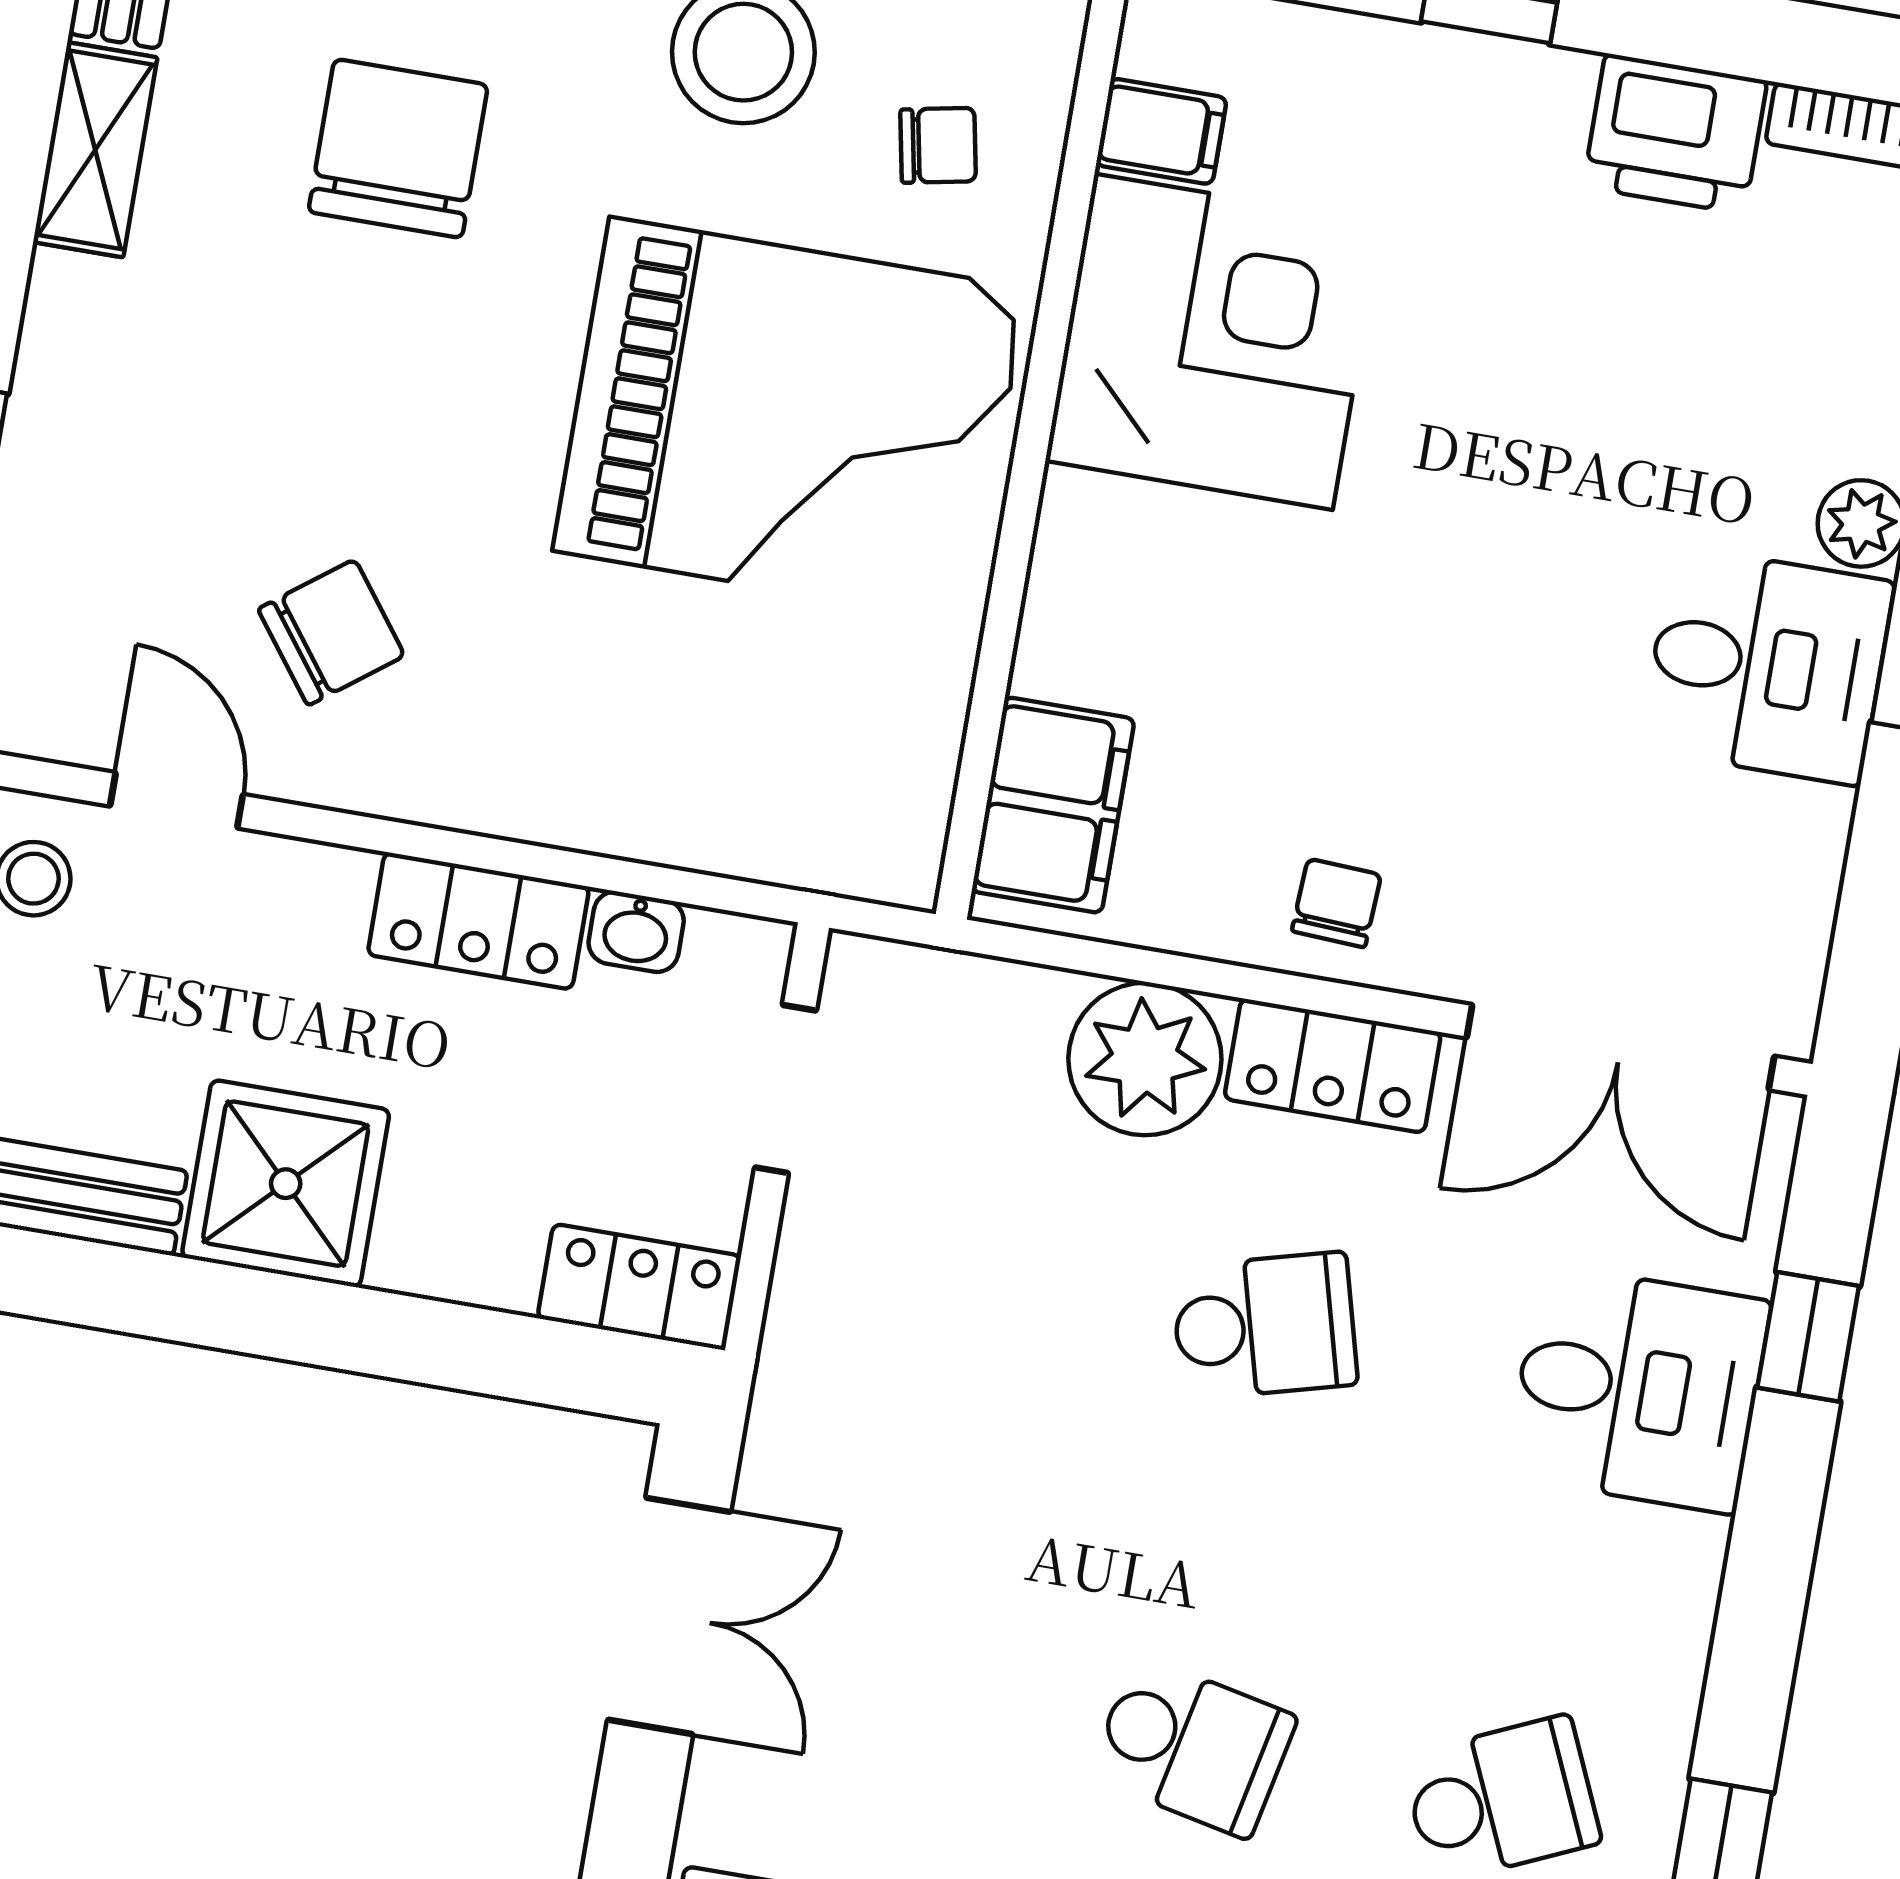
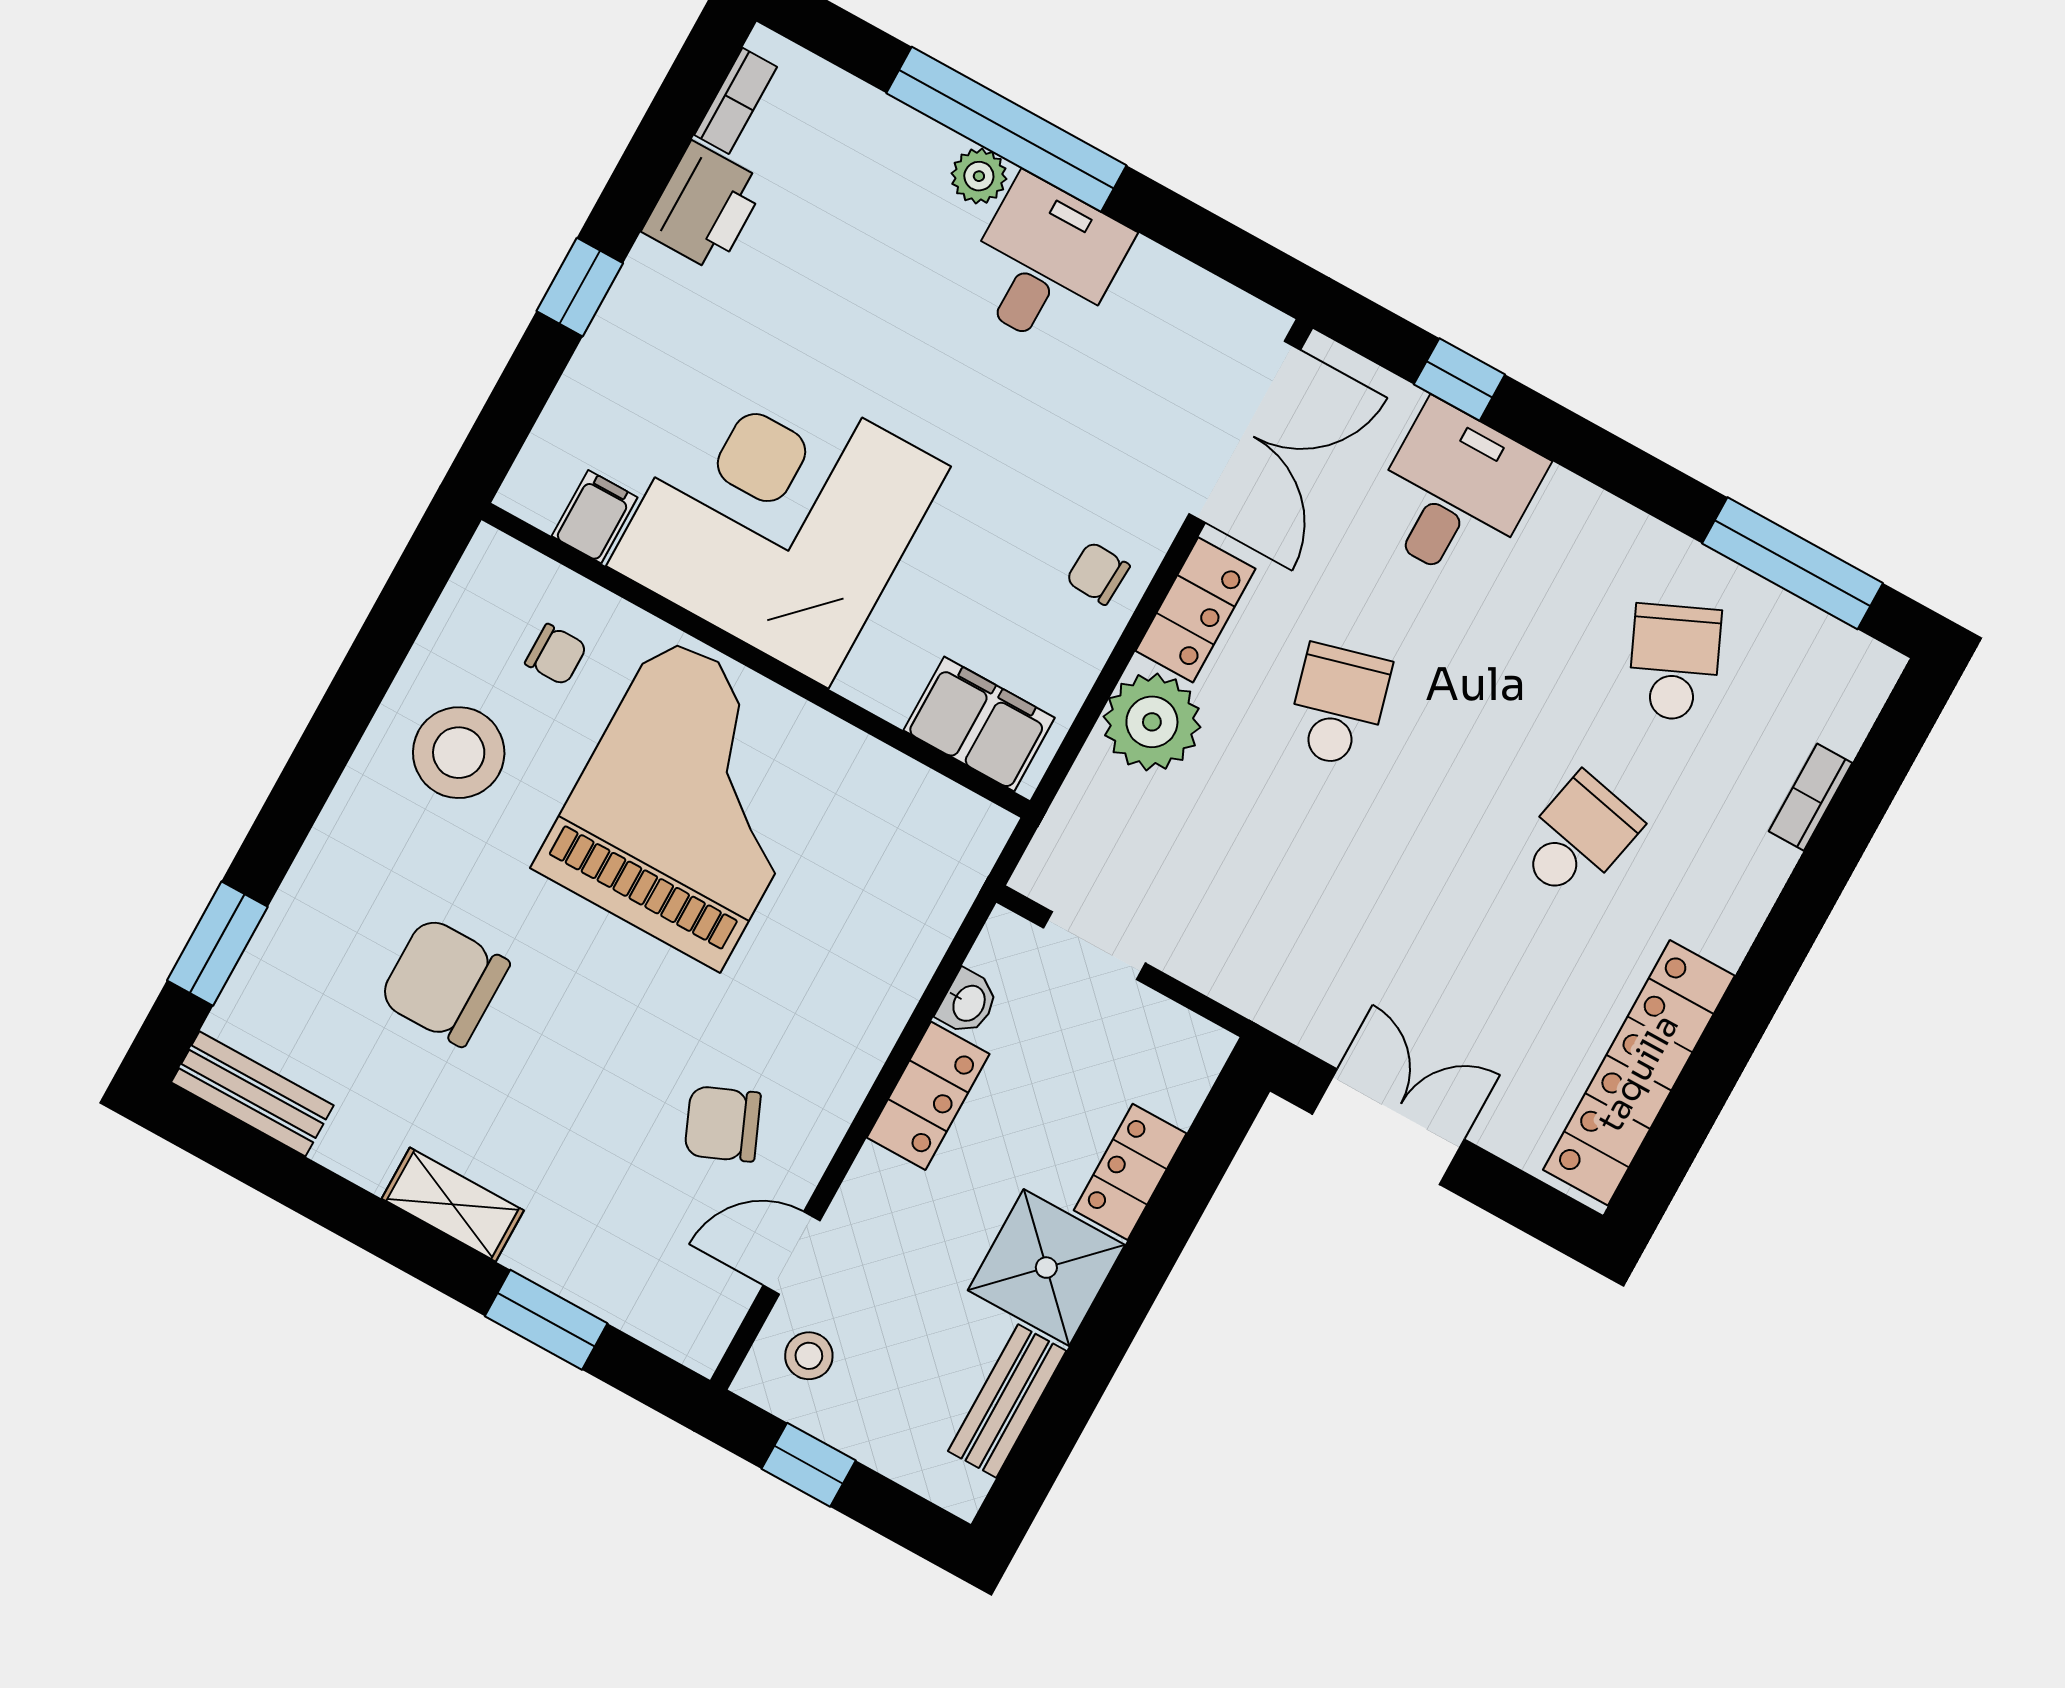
chair: (938, 145) -> (556, 655), turned 101
shelving: (95, 150) -> (453, 1205), moved
corner desk: (1213, 342) -> (778, 516), width x1.36, depth x1.36
chair: (331, 632) -> (723, 1124), turned -76
locker: (639, 1287) -> (1130, 1172), moved

